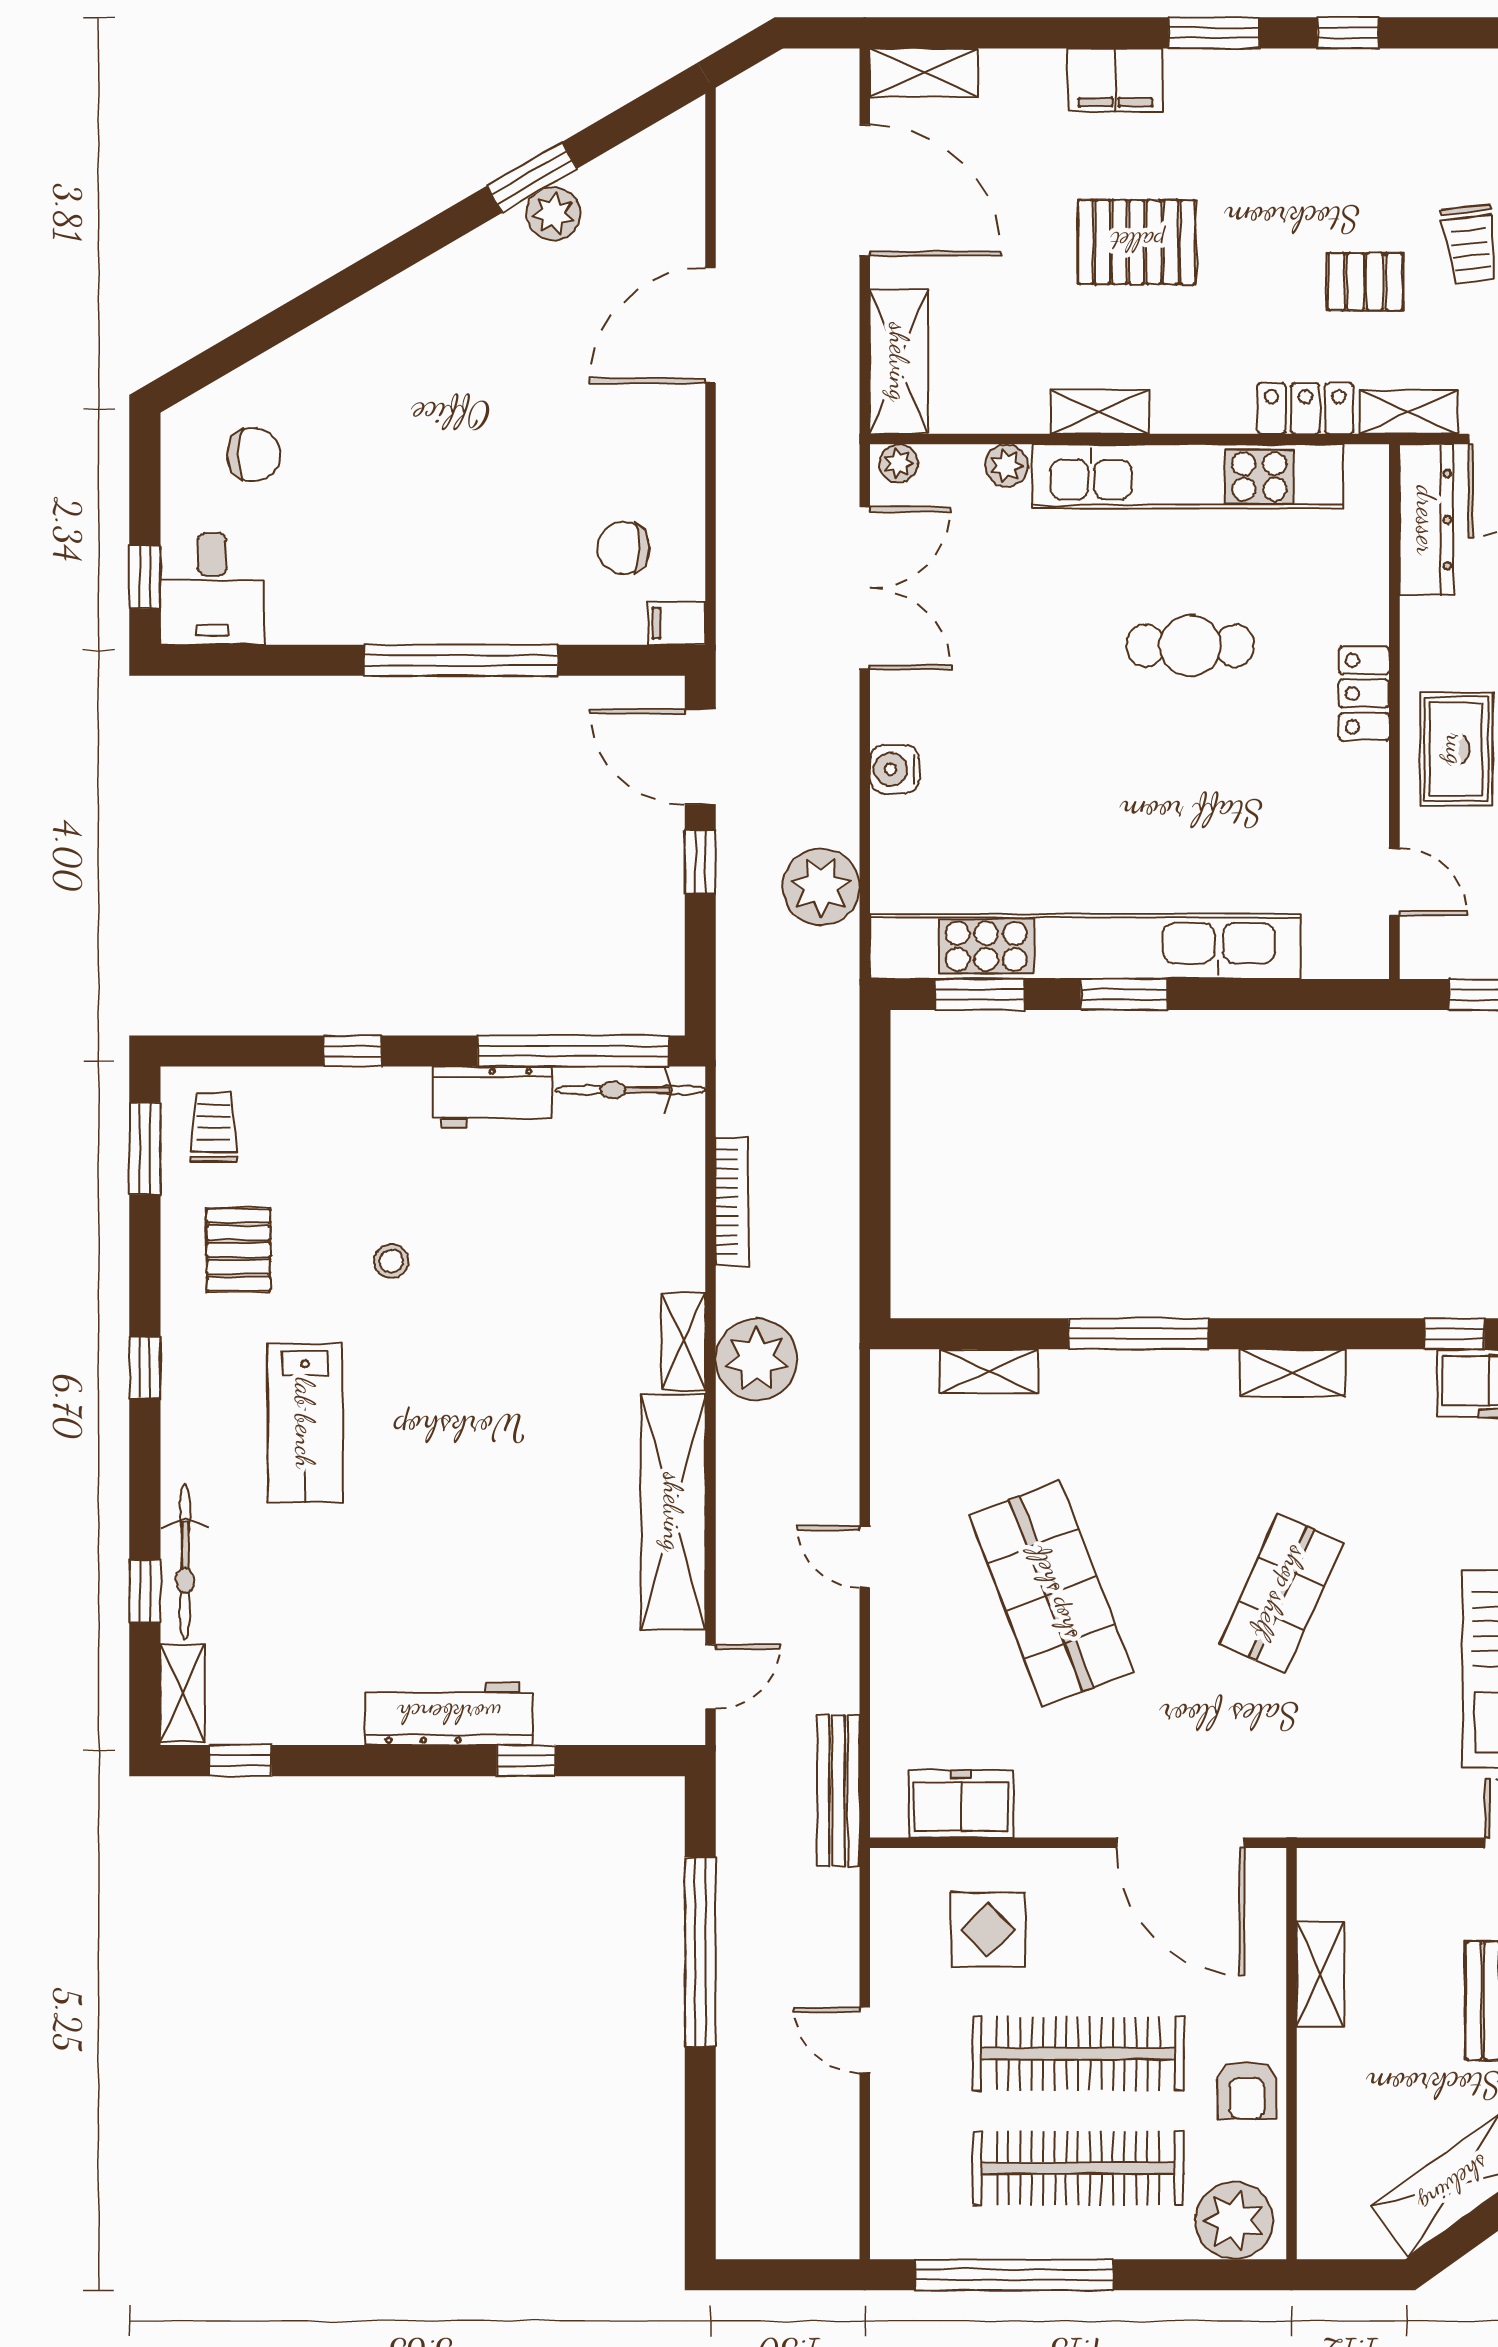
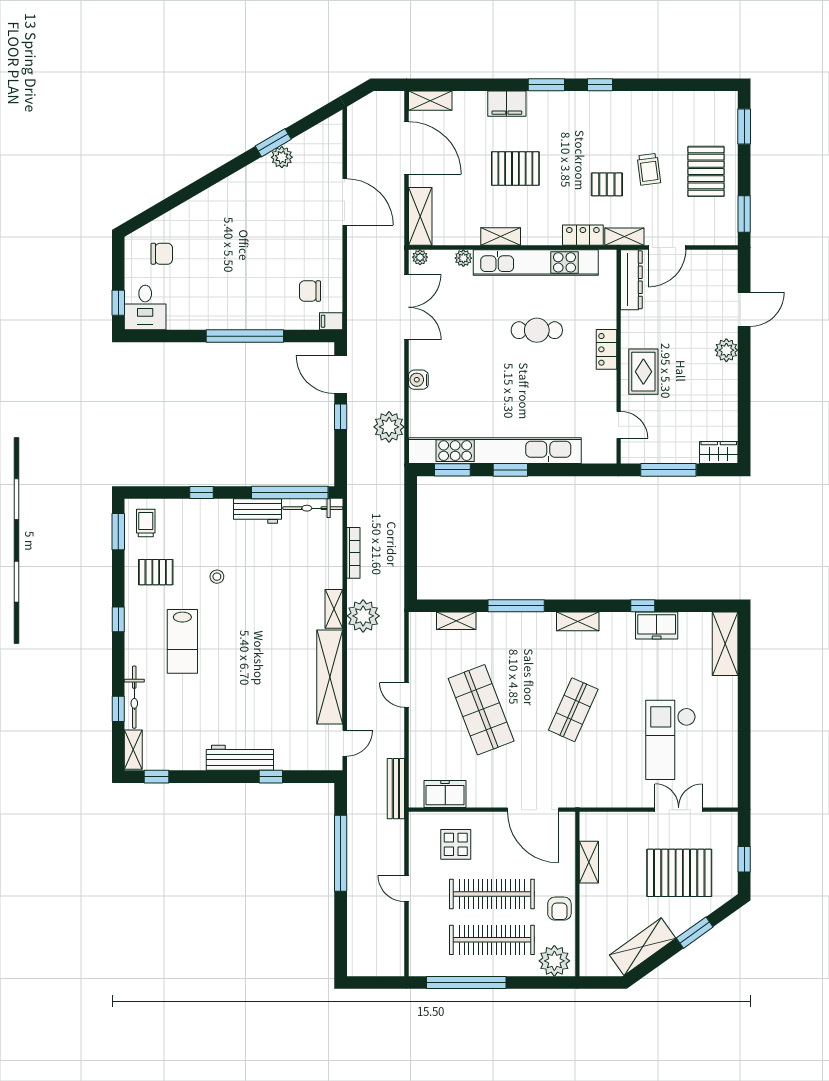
door: (710, 325) -> (345, 202), swing flipped
pallet: (239, 1250) -> (156, 572), turned 90

